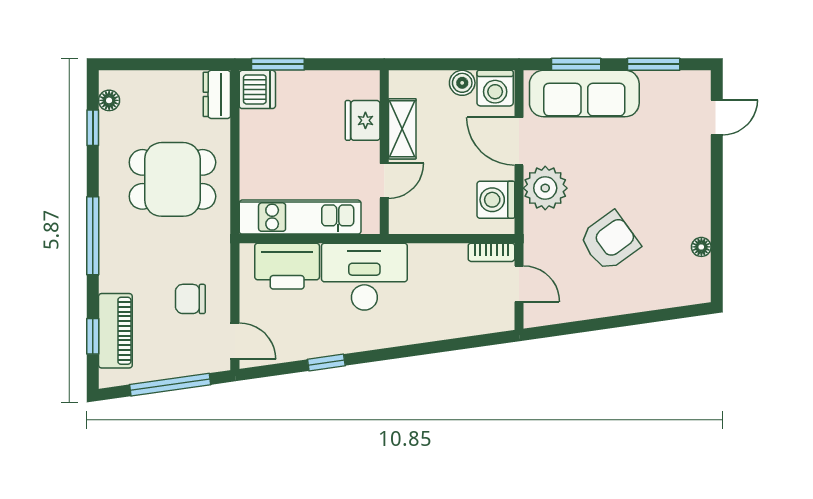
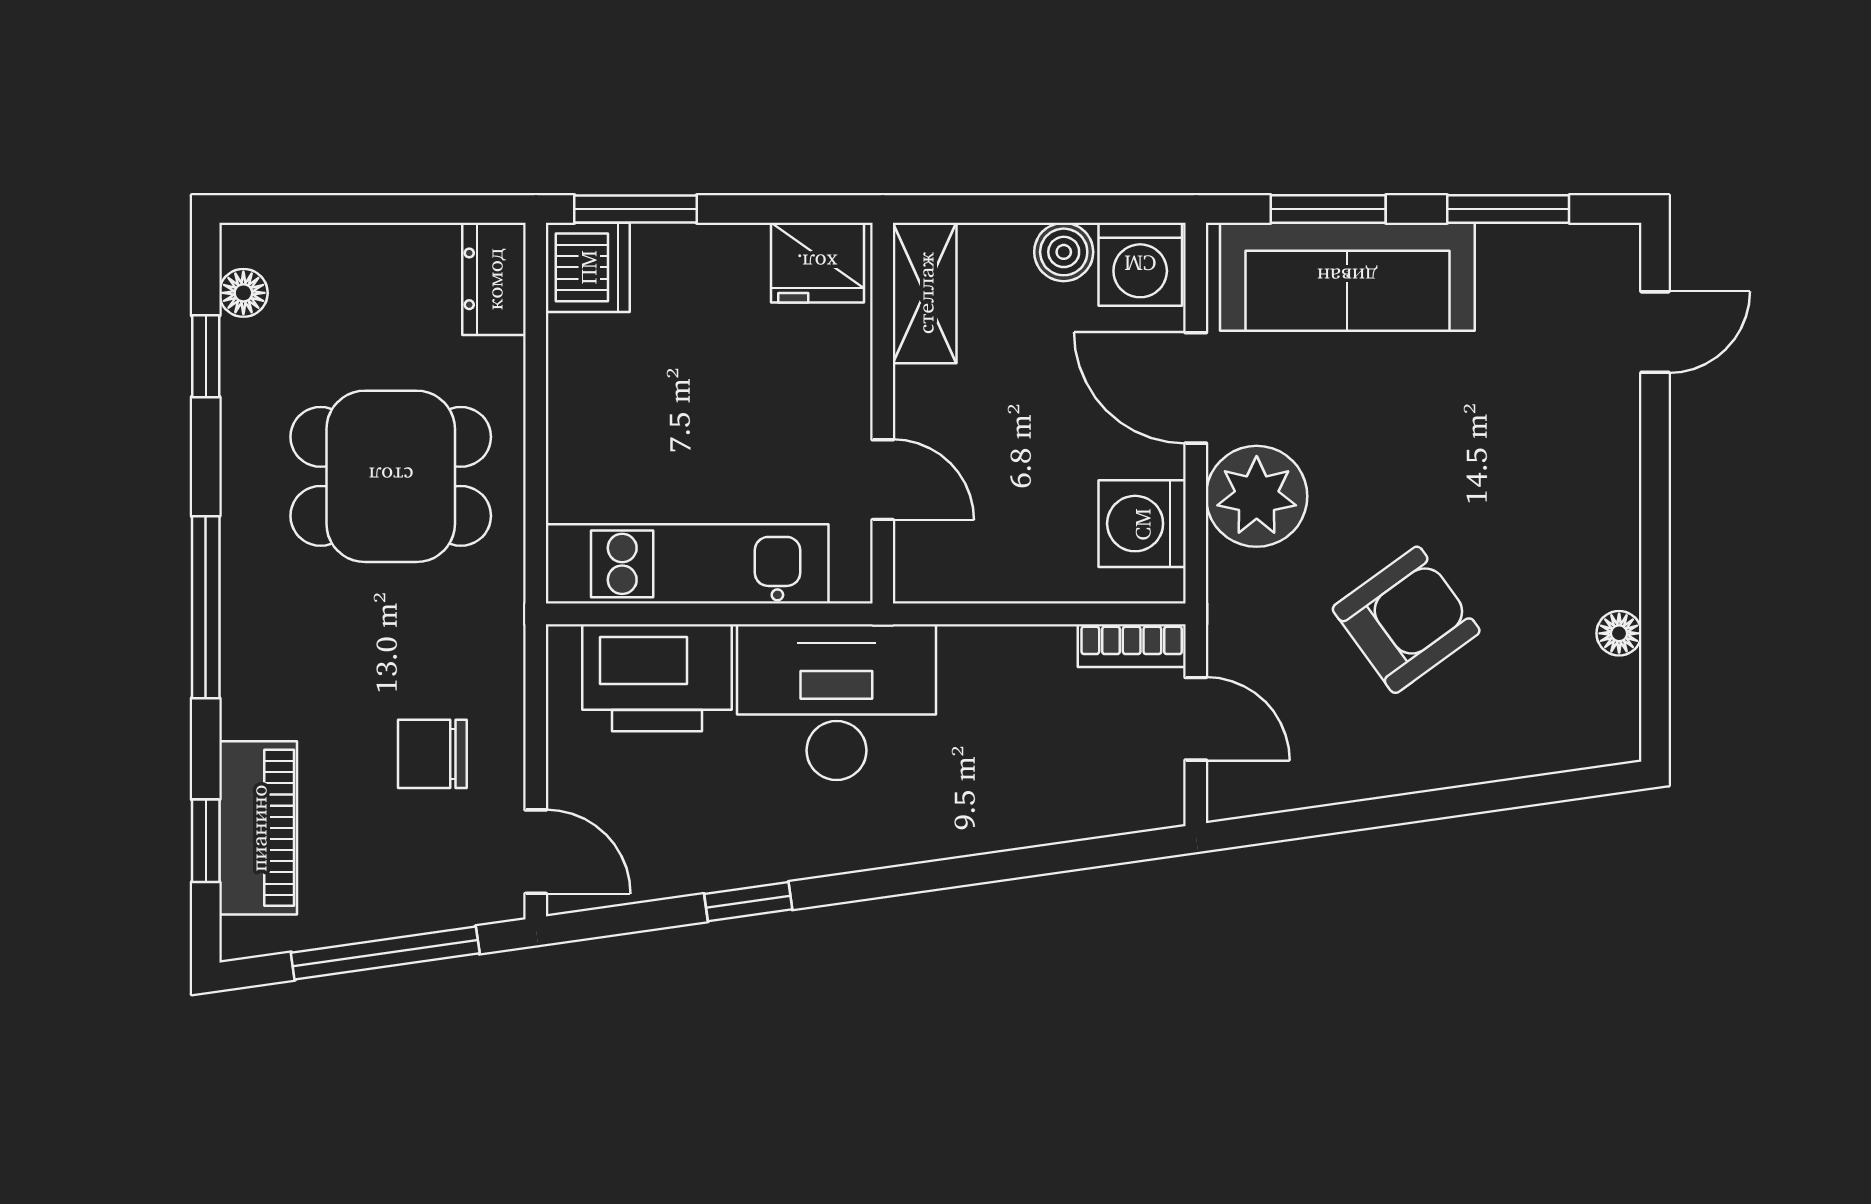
fridge: (363, 120) -> (817, 263), moved, turned -90
shelving: (402, 129) -> (925, 293), moved
door: (384, 181) -> (883, 480), hinge flipped

